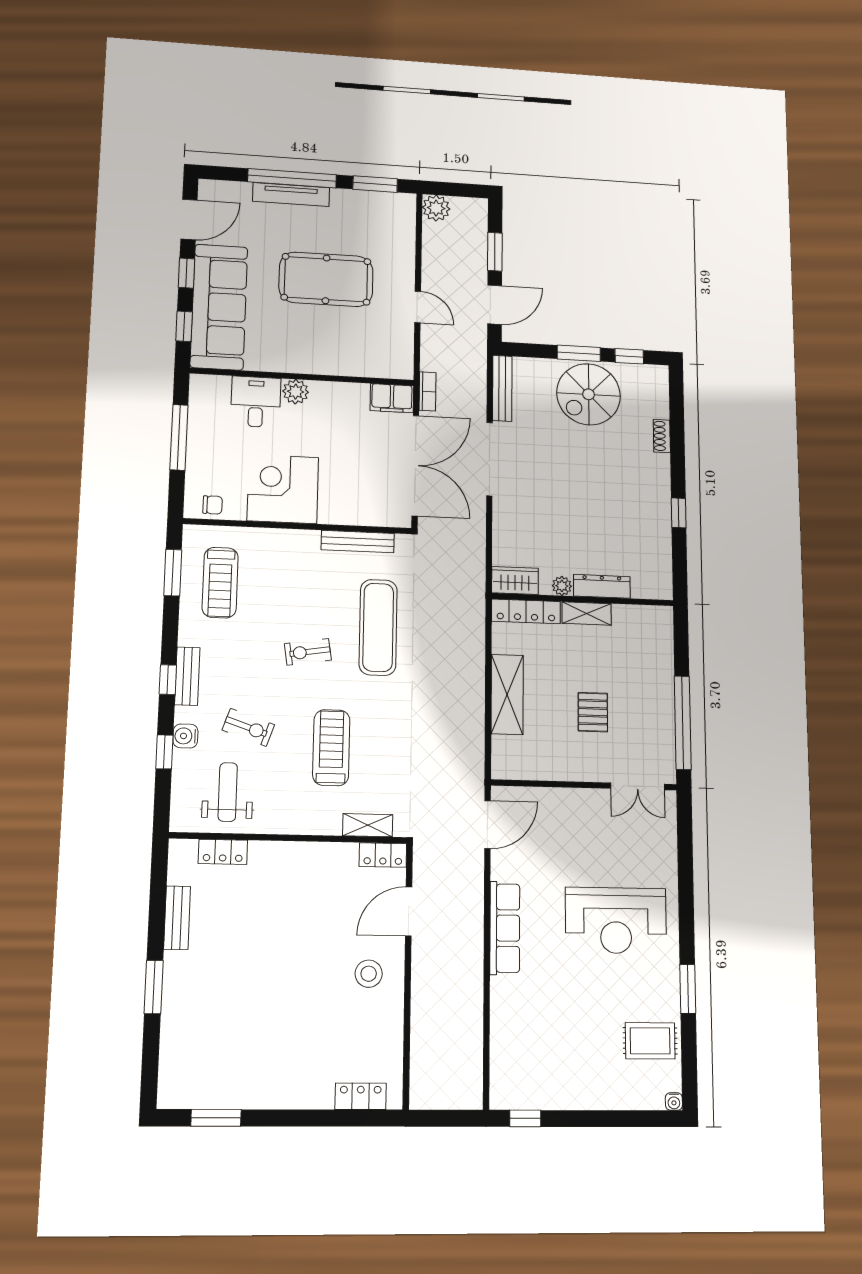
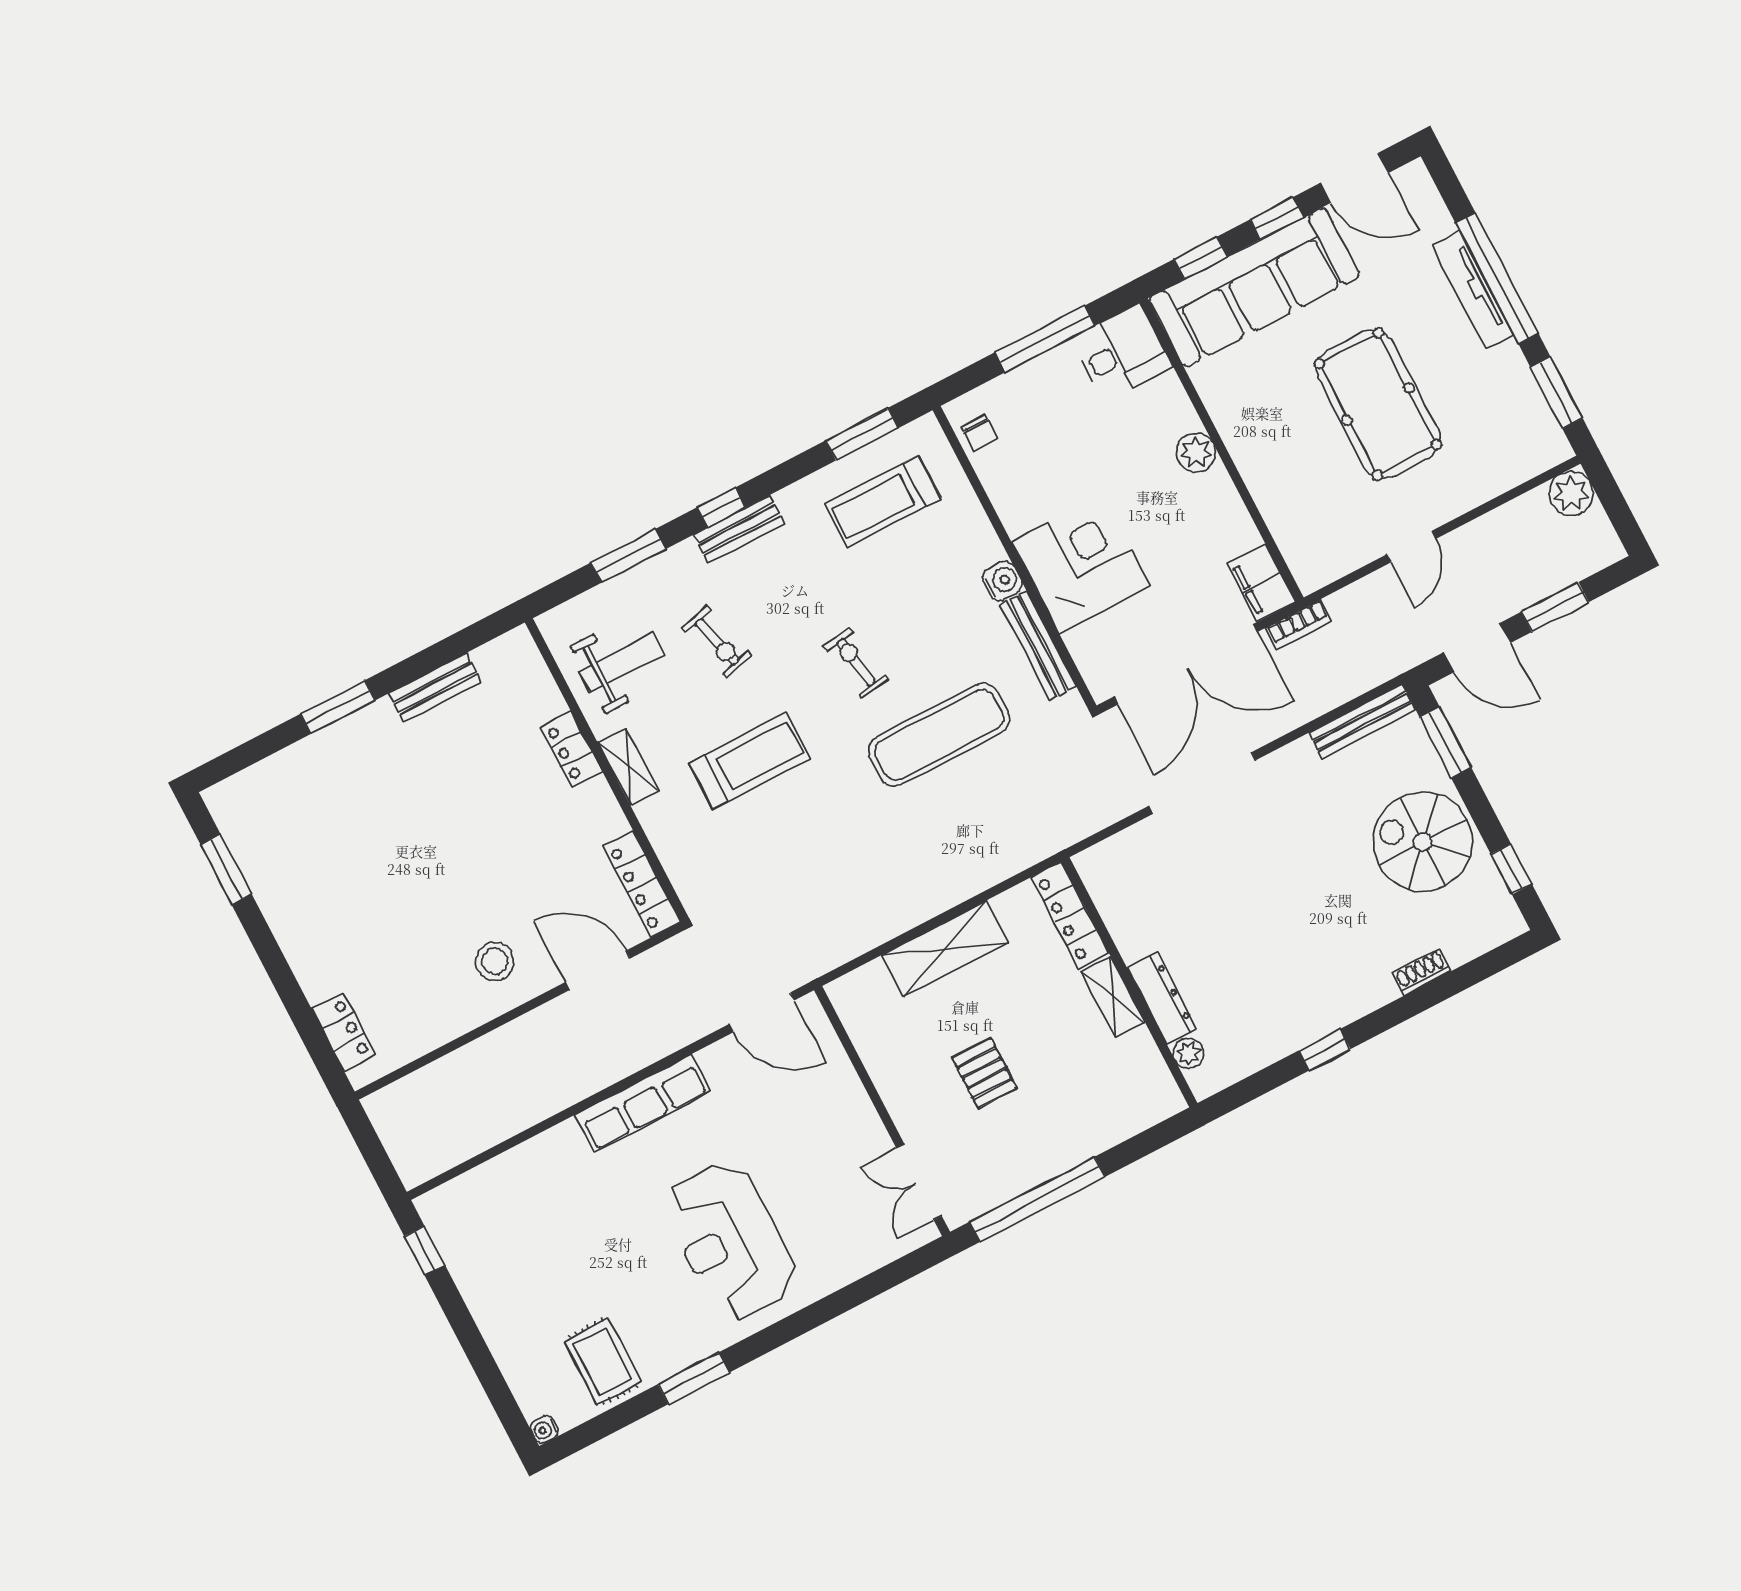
window: (579, 353) -> (1445, 742), moved
desk: (256, 402) -> (1122, 353), moved
doorway: (489, 459) -> (1202, 783), moved
corner desk: (283, 489) -> (1081, 564), moved
wardrobe: (515, 581) -> (1104, 879), removed
plant: (562, 586) -> (1188, 1054), moved
pallet: (593, 712) -> (984, 1073), turned 90
exercise bike: (248, 727) -> (717, 642), turned -34
water cooler: (185, 736) -> (1002, 581), moved, turned 90
window: (164, 752) -> (628, 556), width x1.50
shelving: (368, 825) -> (628, 766), moved
locker: (223, 852) -> (572, 749), moved
locker: (383, 855) -> (642, 884), width x1.53

